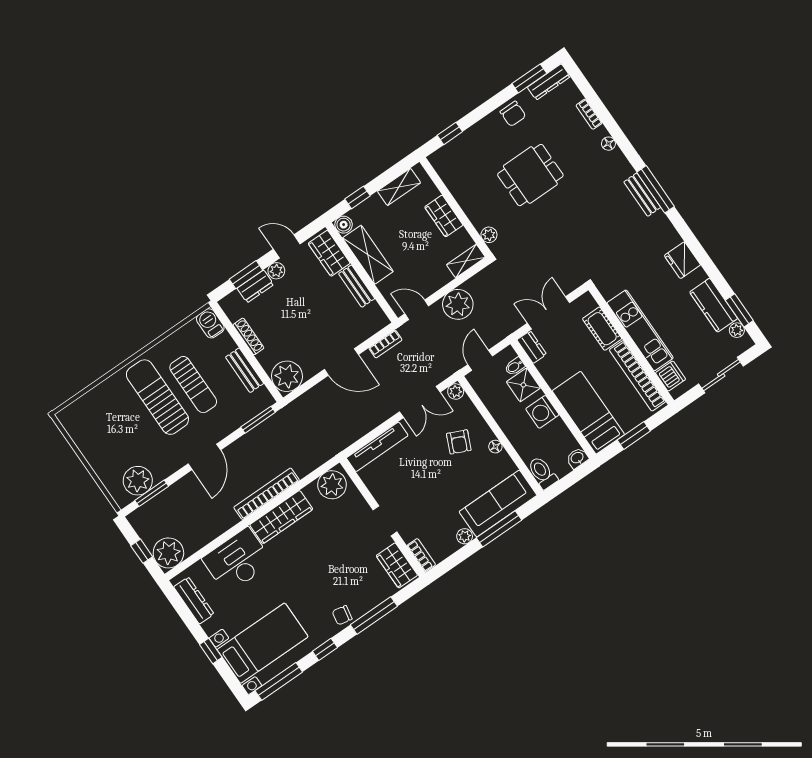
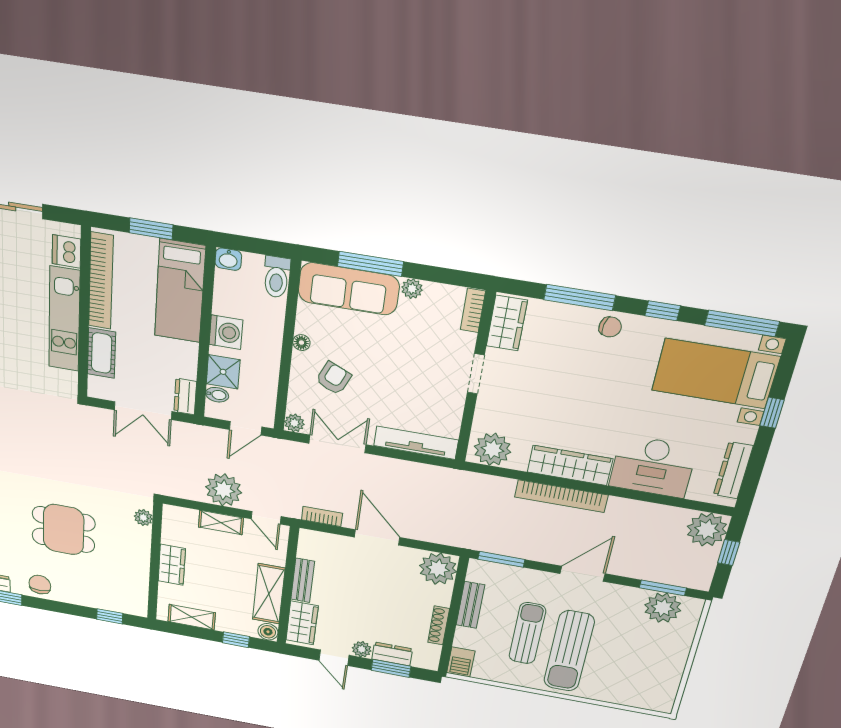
shelving: (466, 261) -> (221, 523), moved

